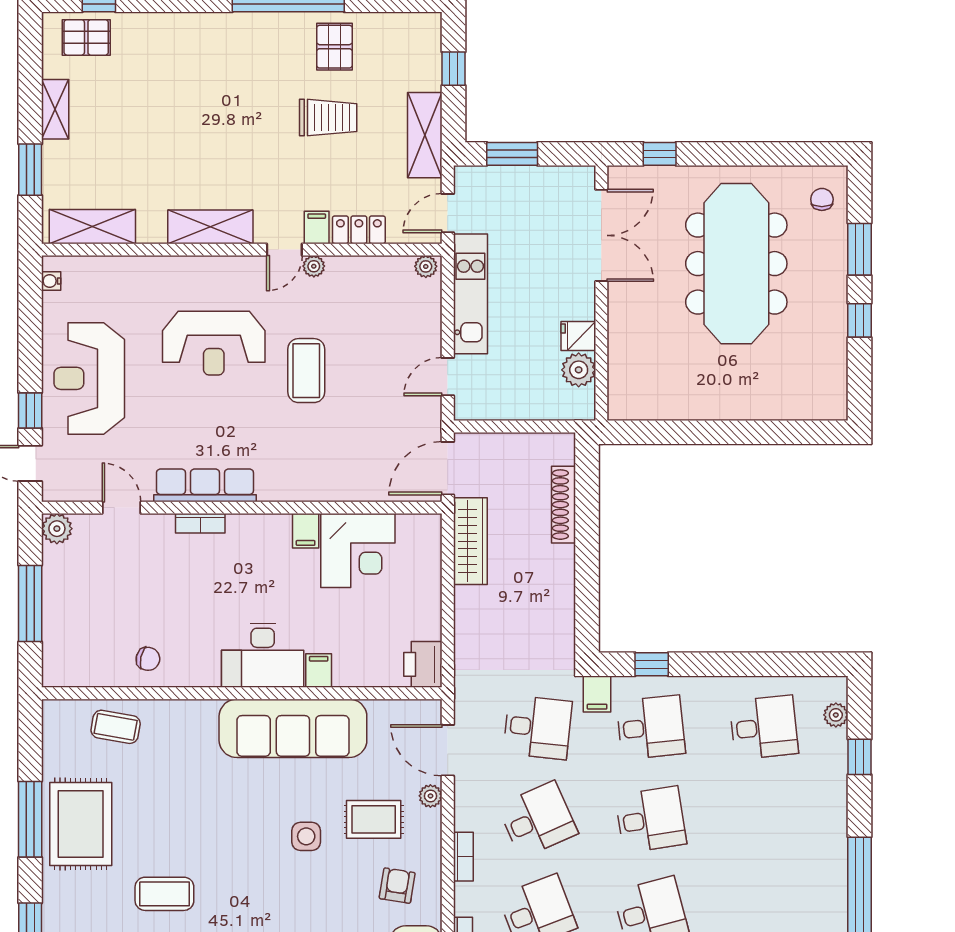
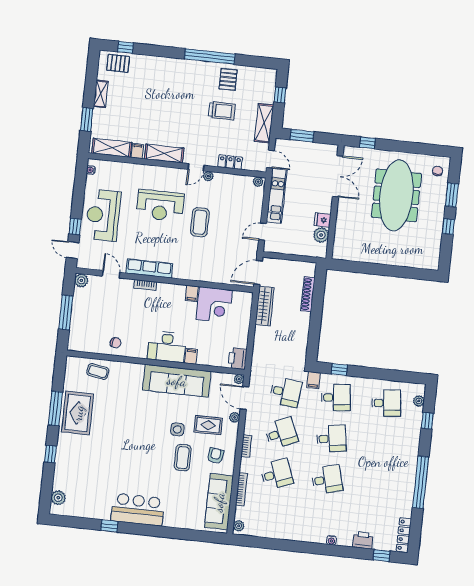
door: (448, 213) -> (270, 159), swing flipped
filing cabinet: (317, 227) -> (137, 151), moved
plant: (431, 710) -> (239, 379), added
coffee table: (164, 894) -> (183, 458), moved, turned 90

